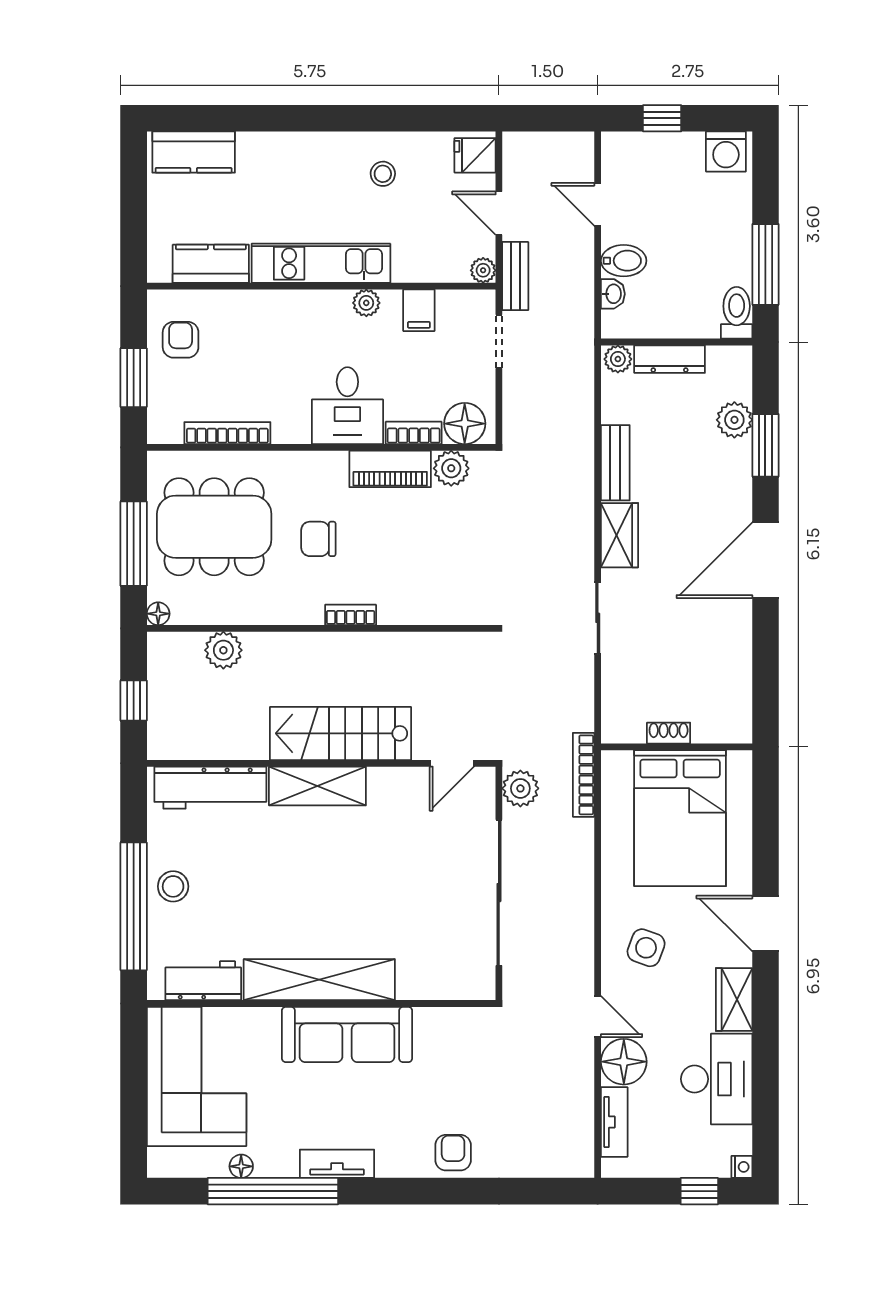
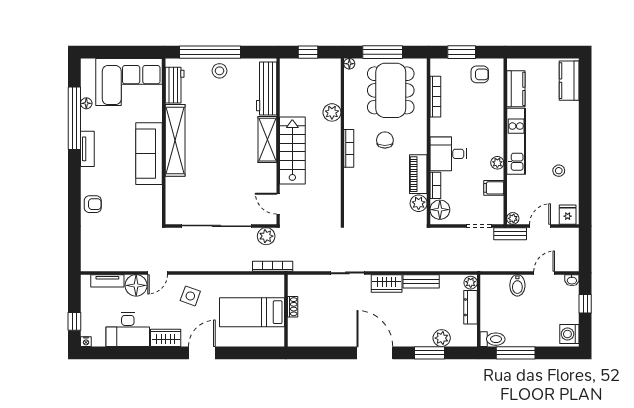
washbasin: (613, 294) -> (572, 280), moved
bookcase: (351, 615) -> (349, 148), width x1.56
plant: (223, 650) -> (332, 112), moved
bed: (680, 818) -> (252, 312), width x0.67

